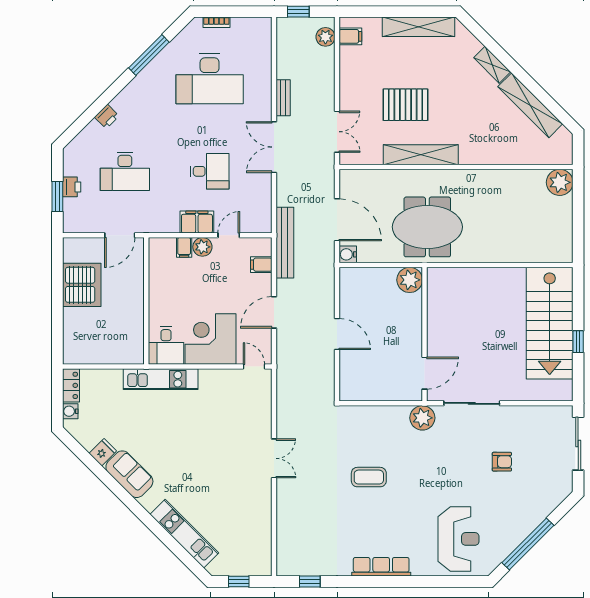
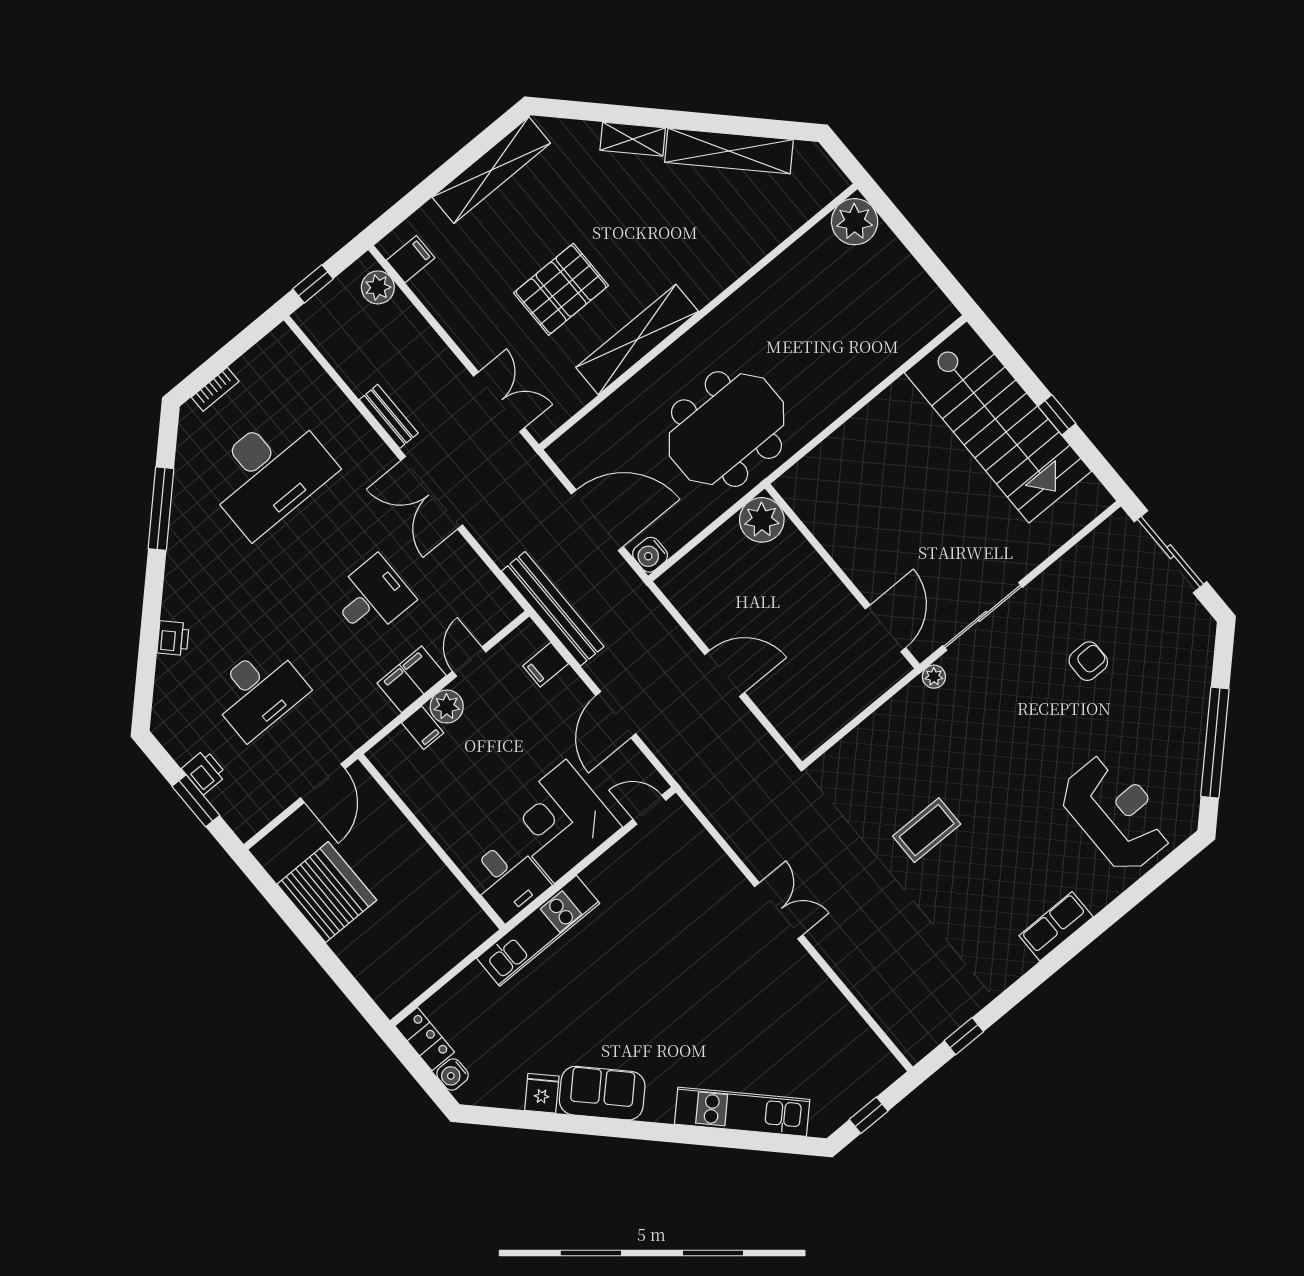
plant: (422, 418) -> (934, 677), width x0.53, depth x0.53
row of seats: (381, 567) -> (1056, 926), width x0.68

